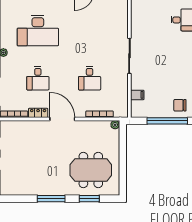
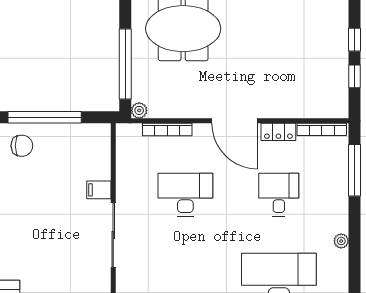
desk: (90, 78) -> (185, 195), width x1.37
filing cabinet: (137, 95) -> (99, 190), moved
window: (123, 150) -> (125, 64), added

